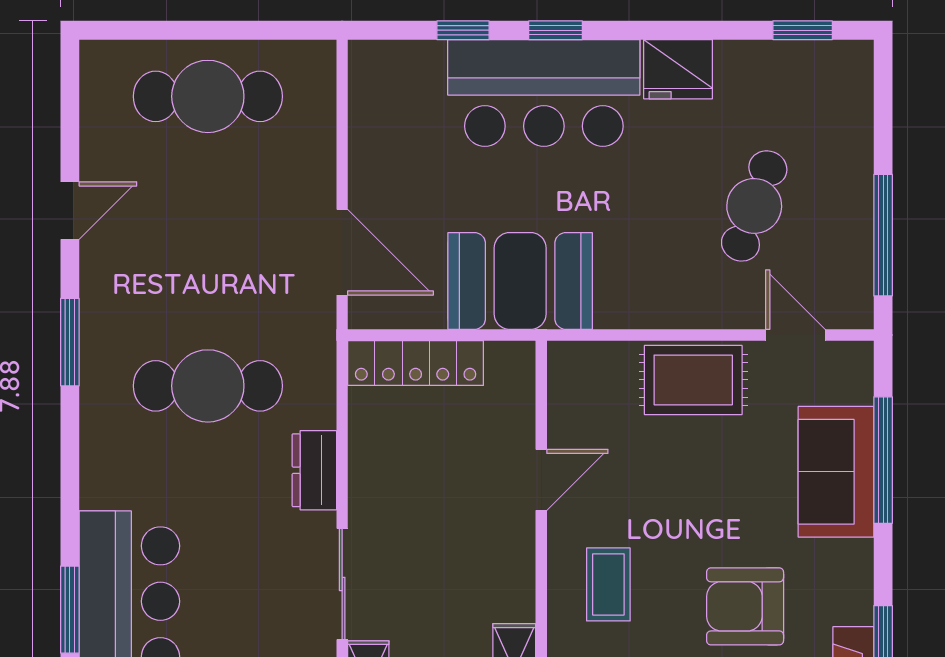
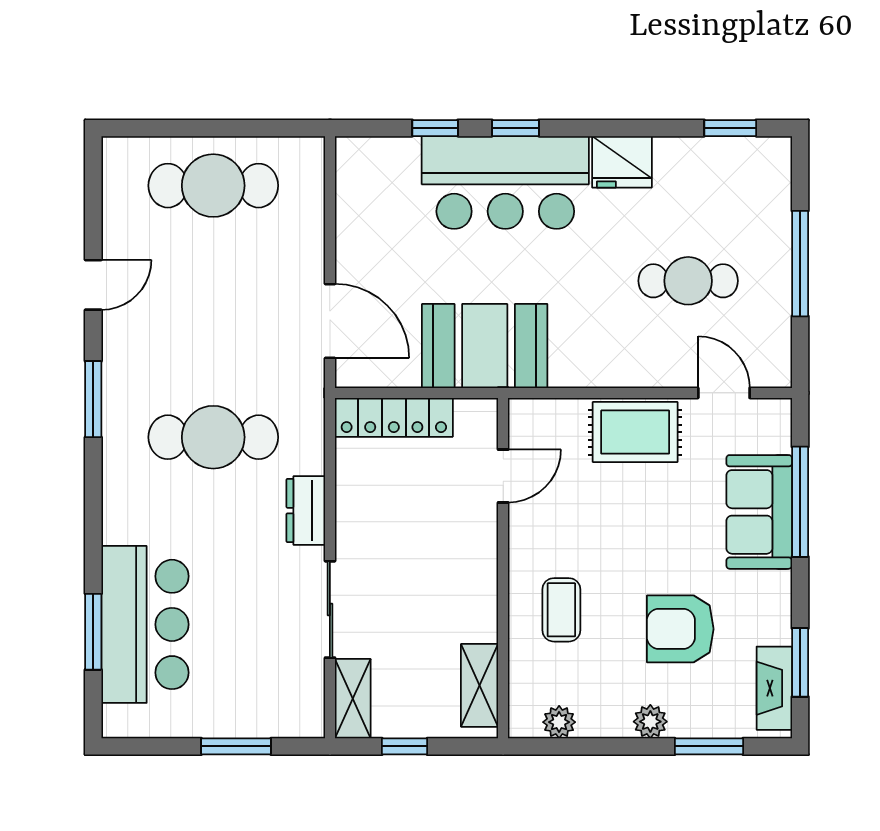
cafe table: (754, 206) -> (688, 281), turned 70
window: (883, 235) -> (800, 264), moved
door: (541, 480) -> (503, 476), moved

